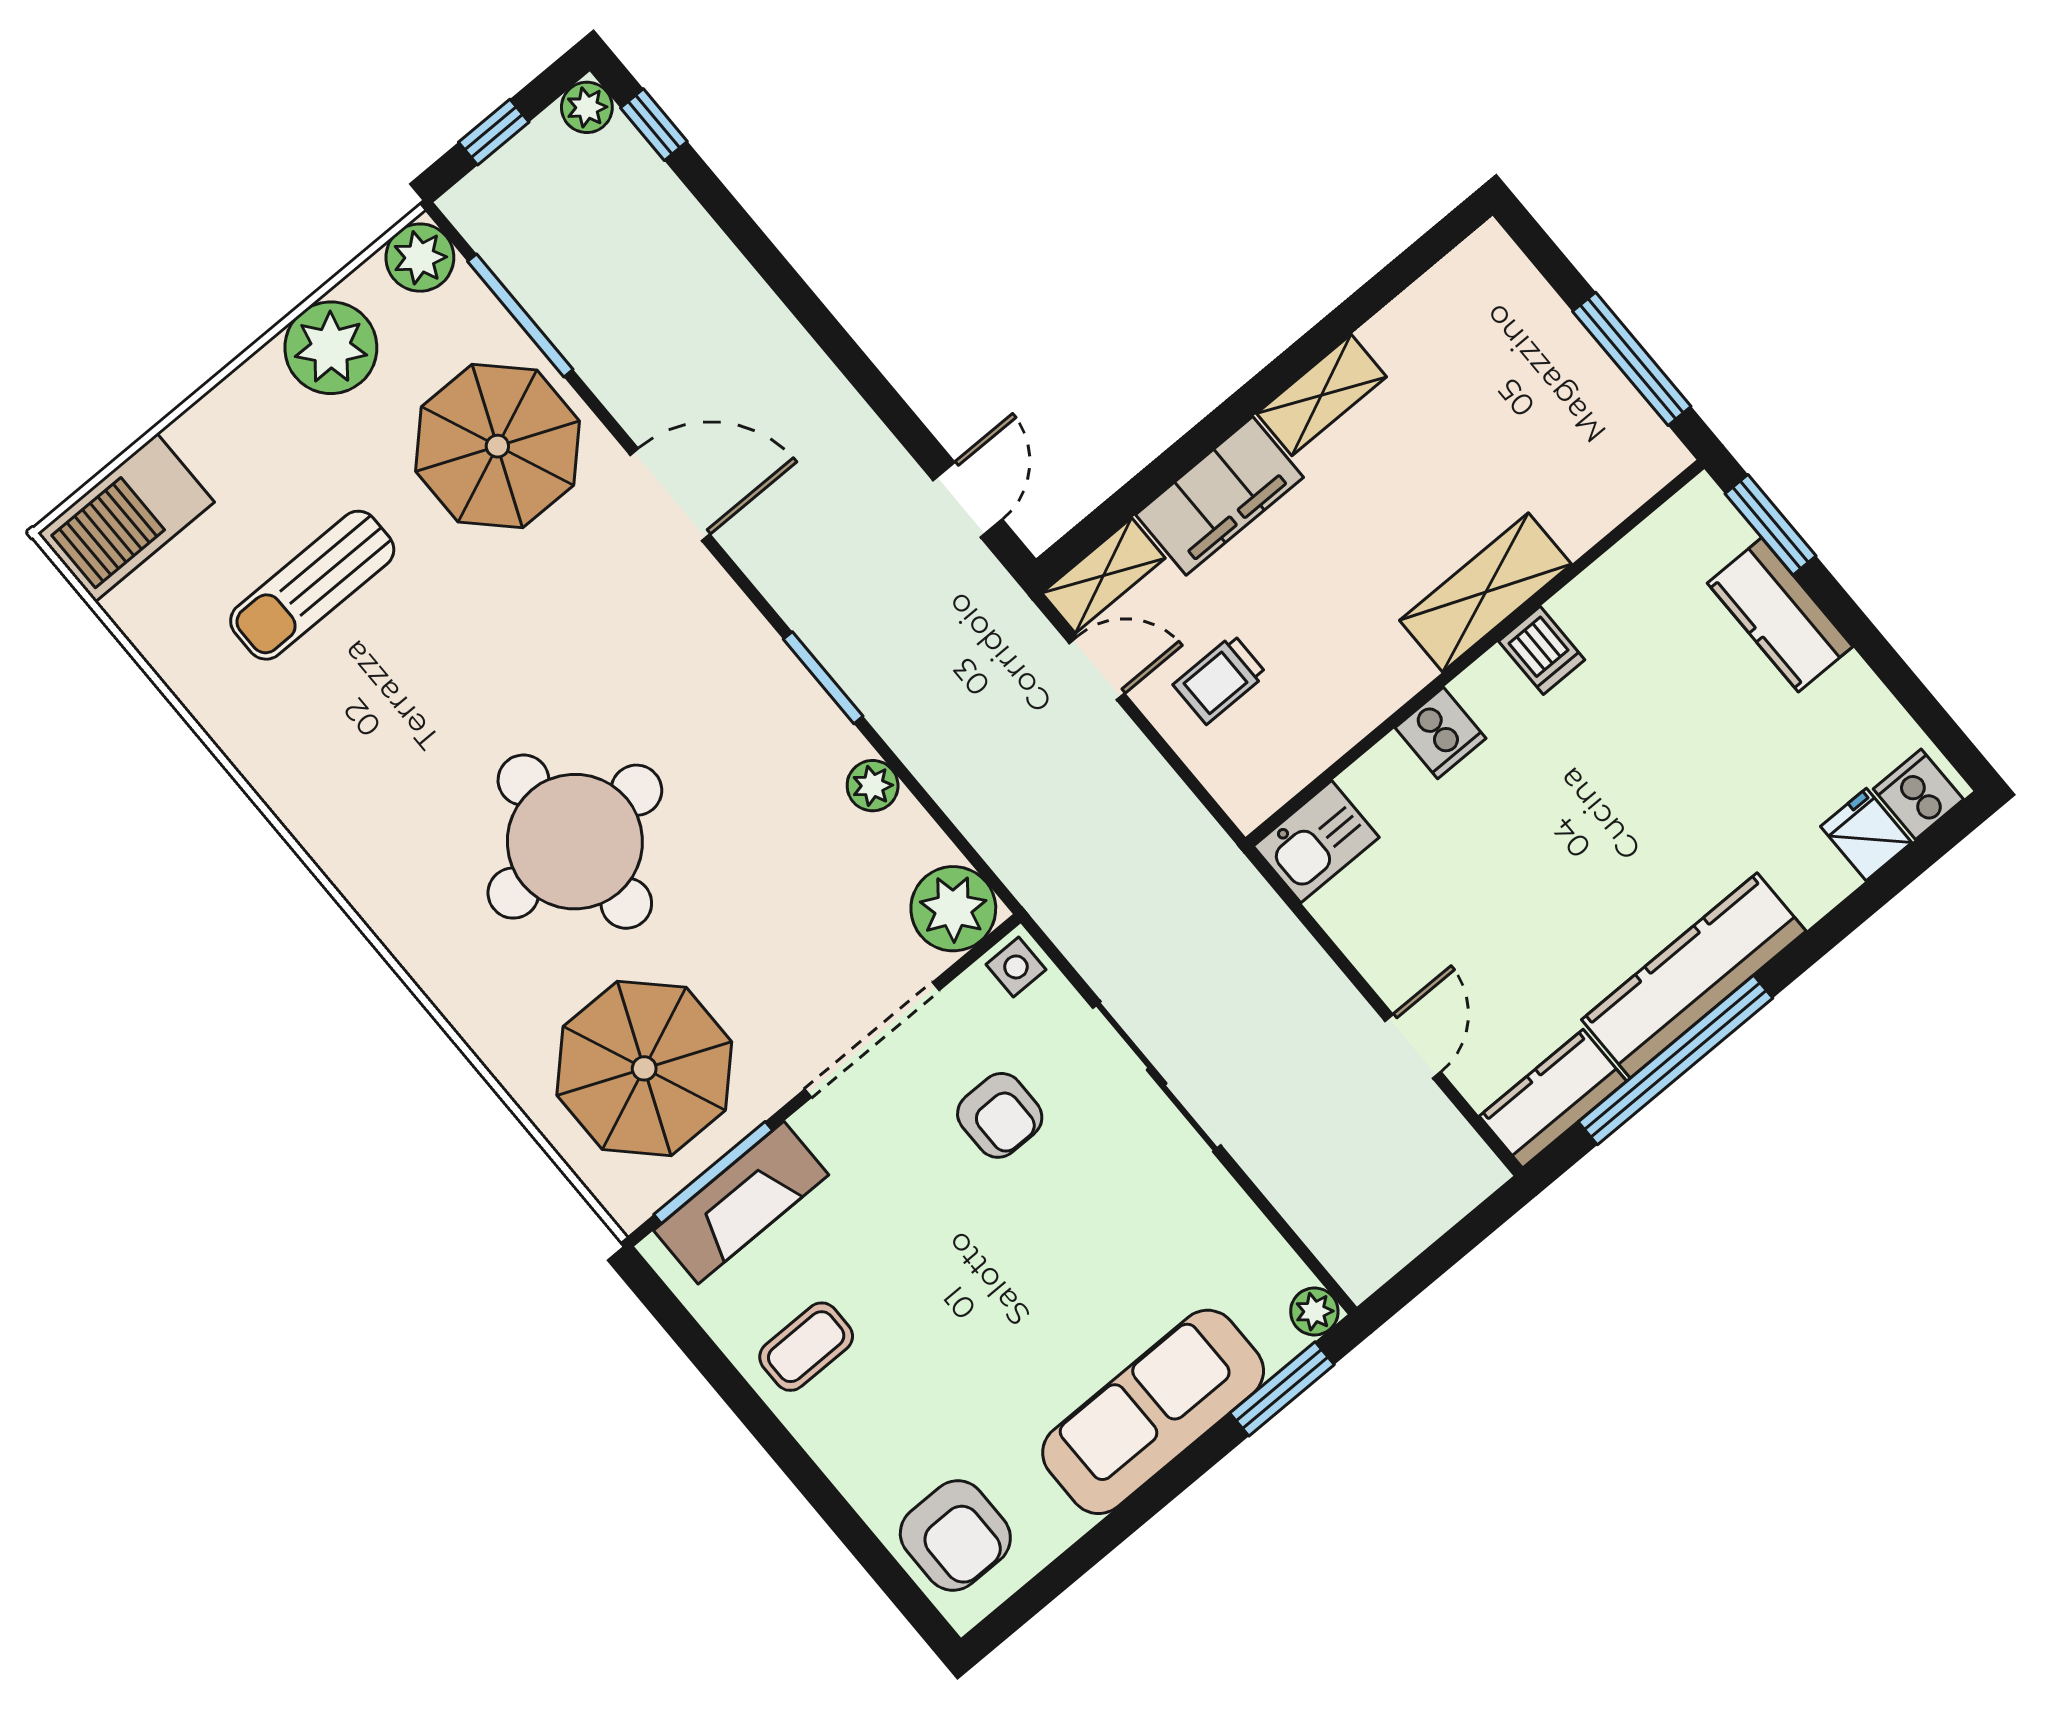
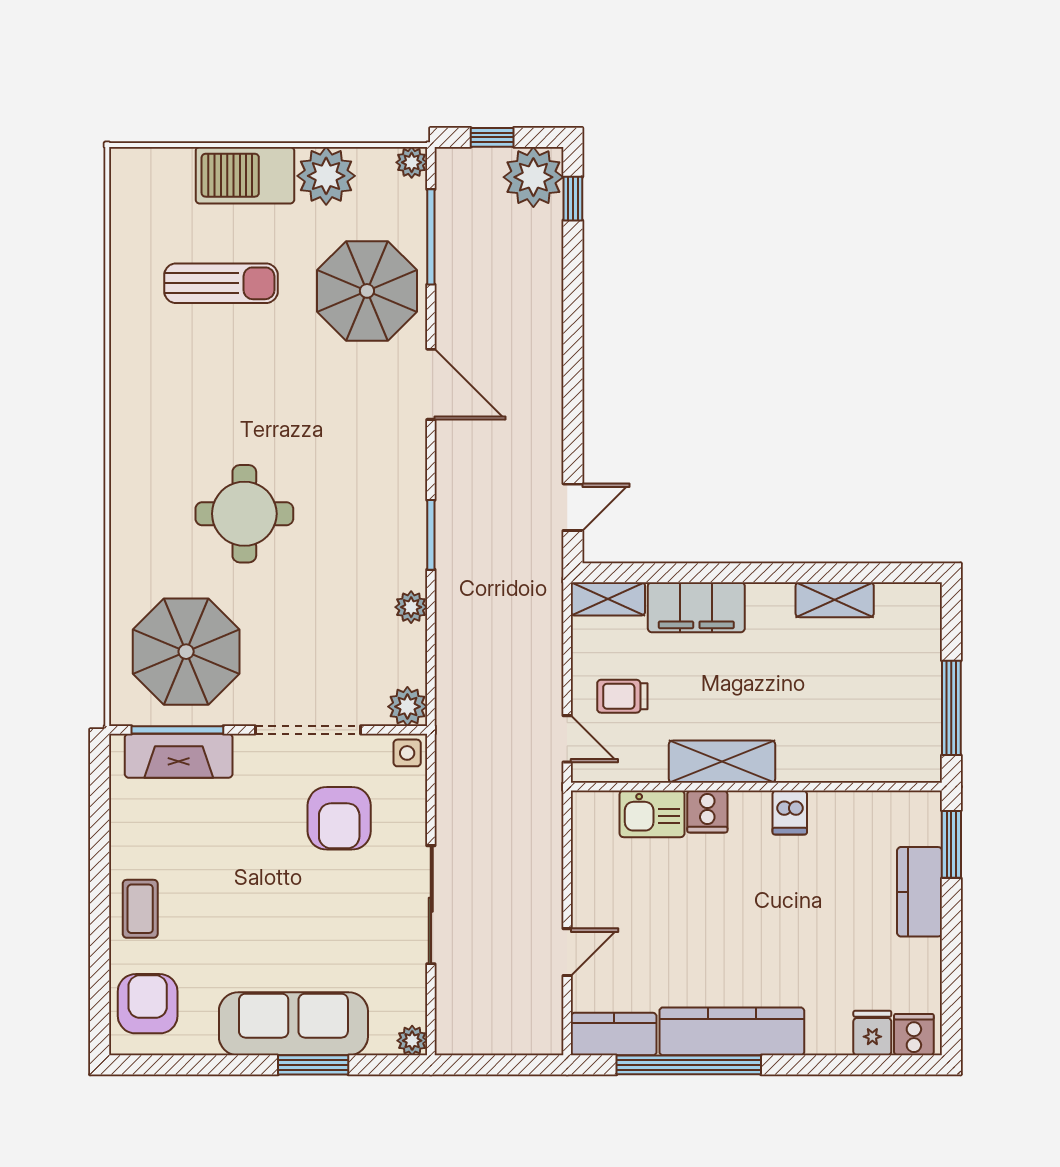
plant: (587, 107) -> (533, 177), width x1.88, depth x1.88
plant: (420, 258) -> (412, 162), width x0.73, depth x0.73
shelving: (1322, 395) -> (835, 600), moved
barbecue: (126, 518) -> (245, 175), moved
sun lounger: (312, 585) -> (221, 283), turned 180
shelving: (1486, 592) -> (722, 762), moved
door: (1097, 668) -> (567, 739), moved
round table: (575, 842) -> (244, 514), width x0.73, depth x0.73
kitchen sink: (1316, 842) -> (652, 814), moved
plant: (953, 909) -> (407, 707), width x0.73, depth x0.73
sliding door: (1157, 1077) -> (431, 905), moved
armchair: (1000, 1115) -> (339, 818), width x1.38, depth x1.38
coffee table: (806, 1347) -> (140, 909), moved, turned 90
window: (1282, 1389) -> (313, 1065), moved
armchair: (955, 1536) -> (148, 1004), turned 180

